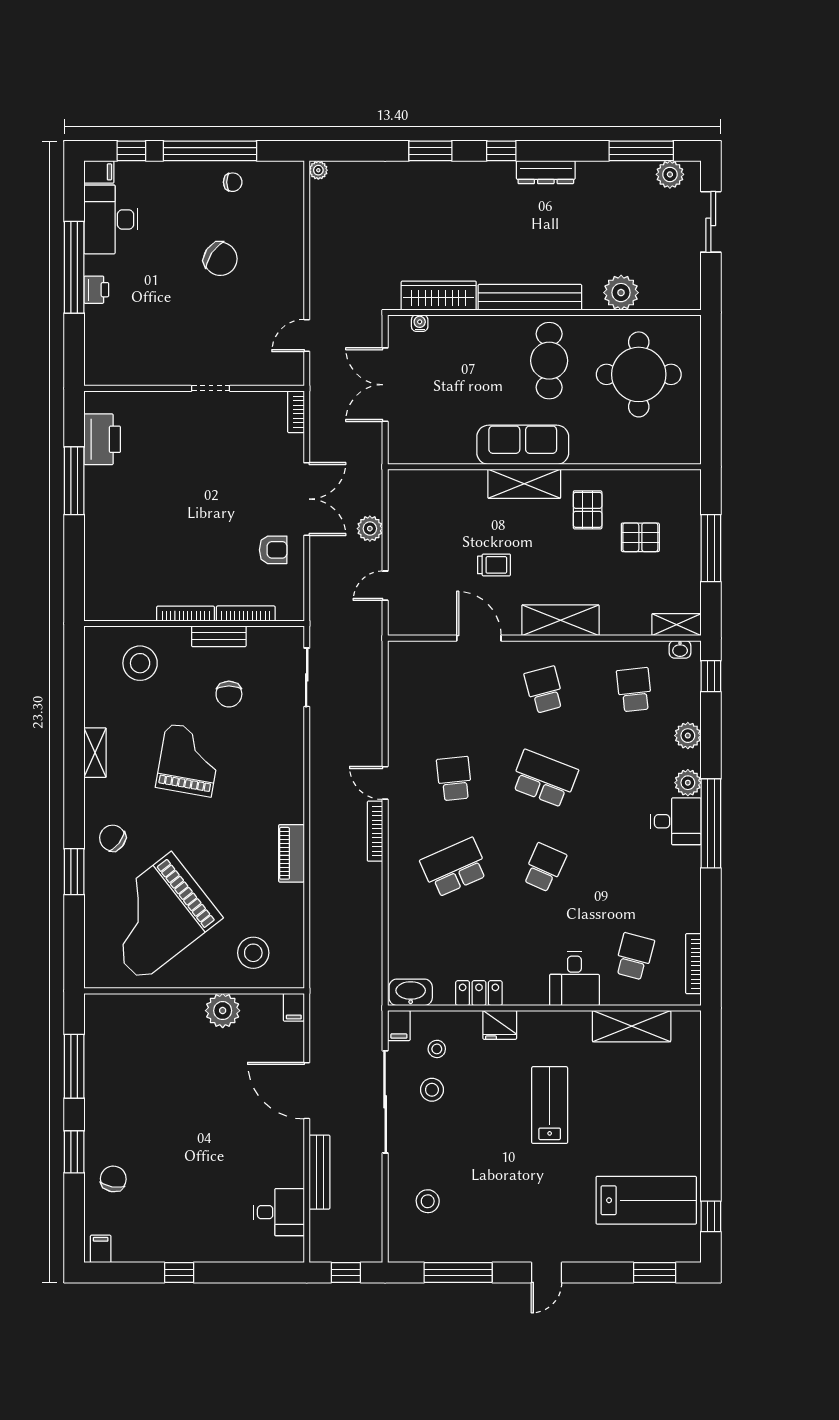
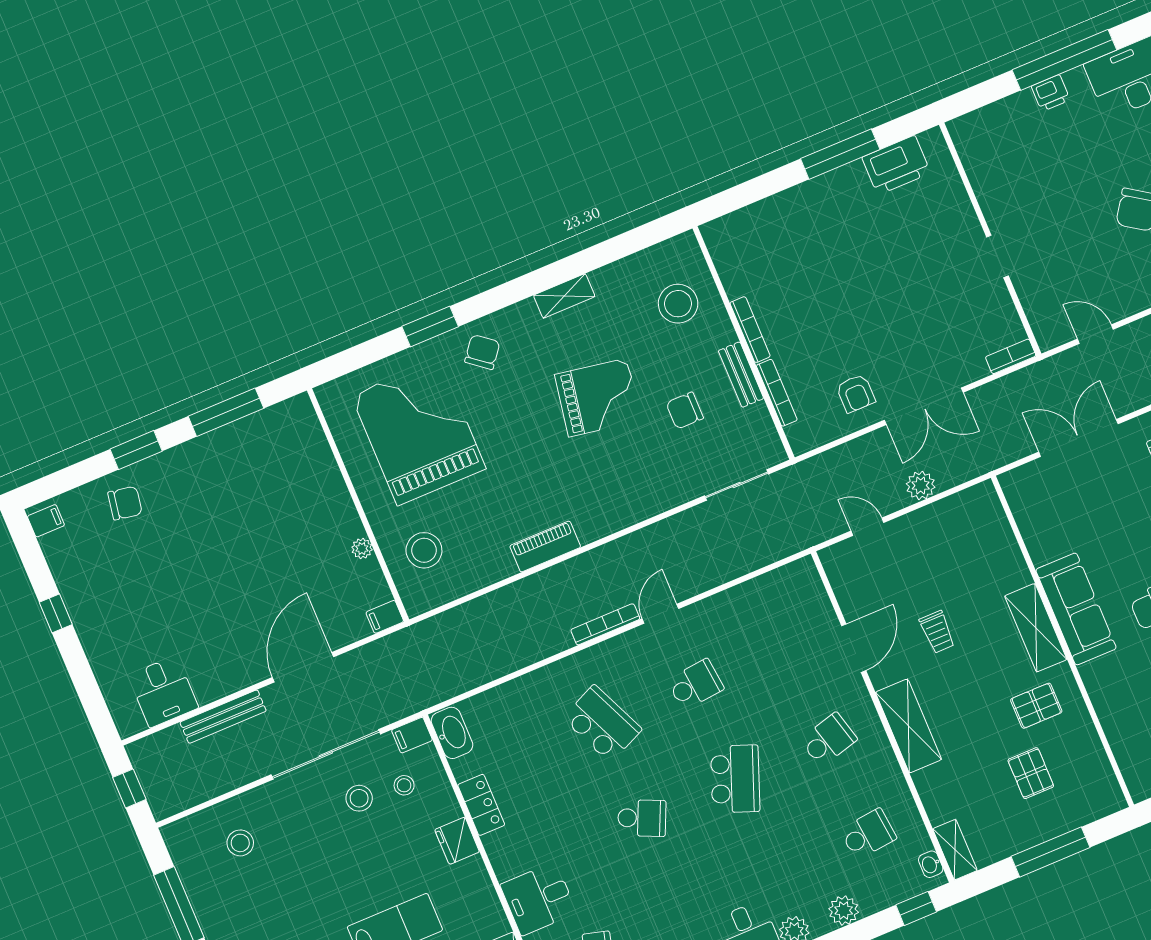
grand piano: (156, 917) -> (418, 432), turned 38
plant: (223, 1011) -> (362, 548), width x0.53, depth x0.53

